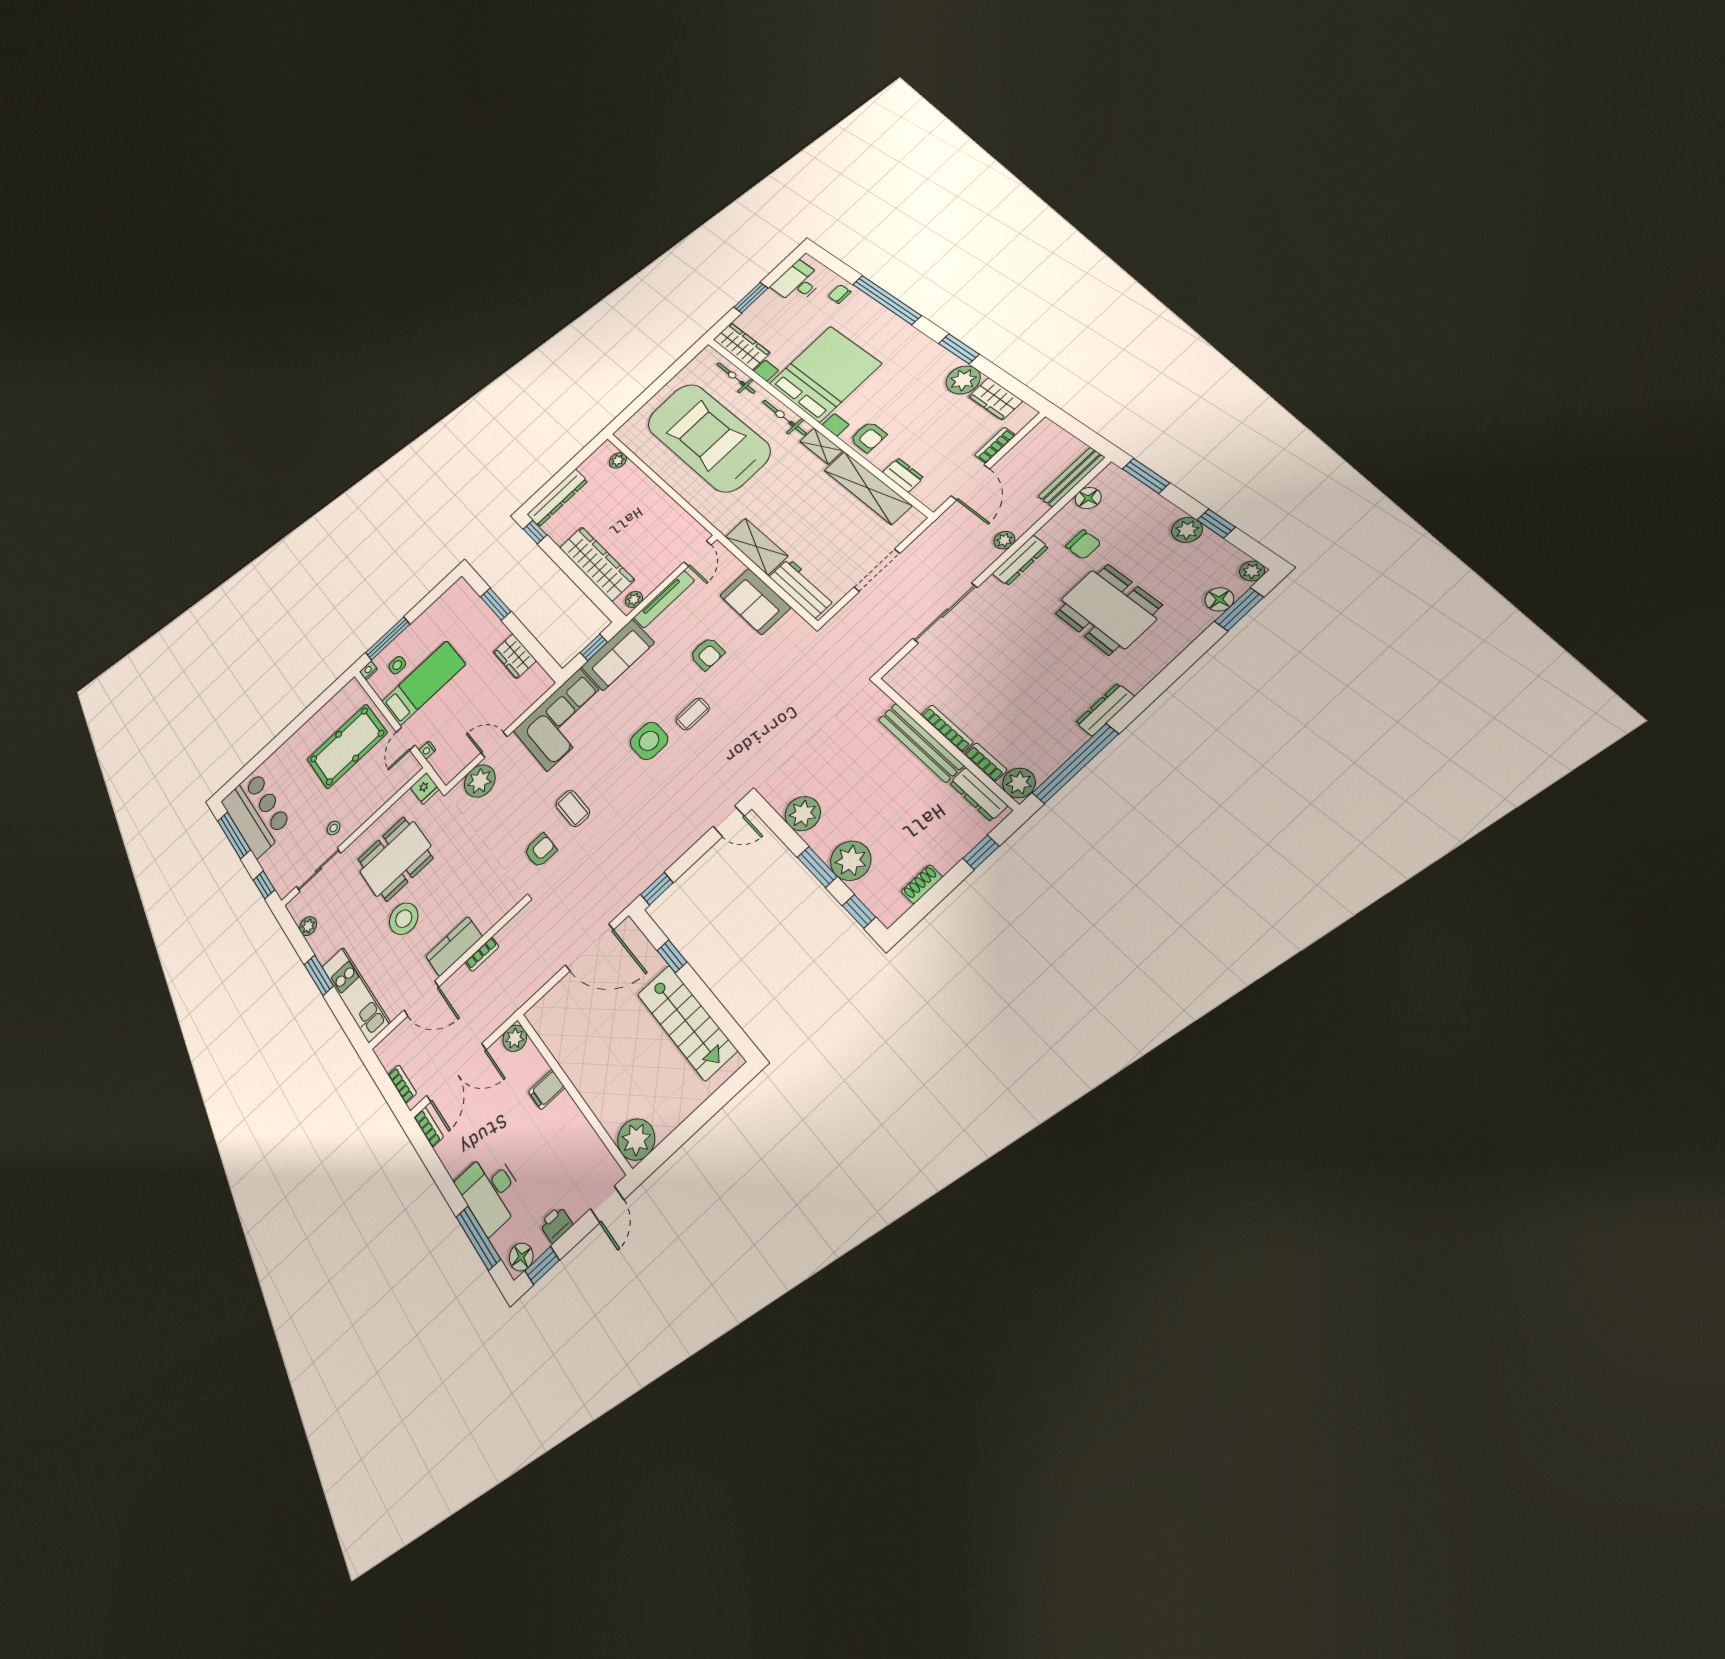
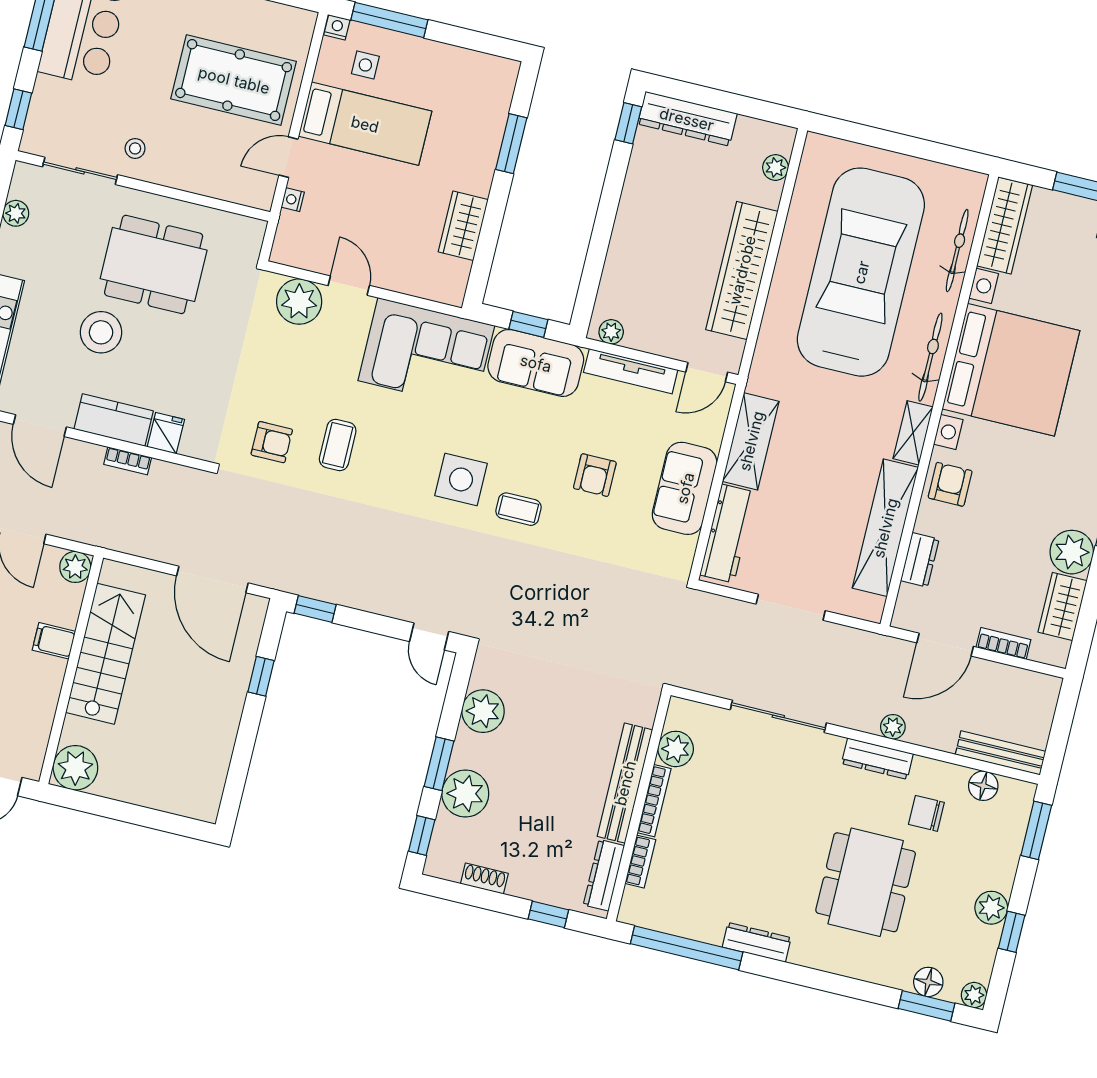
armchair: (868, 437) -> (950, 484), turned 180
chair: (1083, 545) -> (926, 813), turned 90
wardrobe: (597, 564) -> (742, 270), moved, turned 180
plant: (1019, 783) -> (676, 749), moved
fridge: (425, 788) -> (166, 433), moved, turned 180
stairs: (687, 1022) -> (106, 654), moved, turned 180

